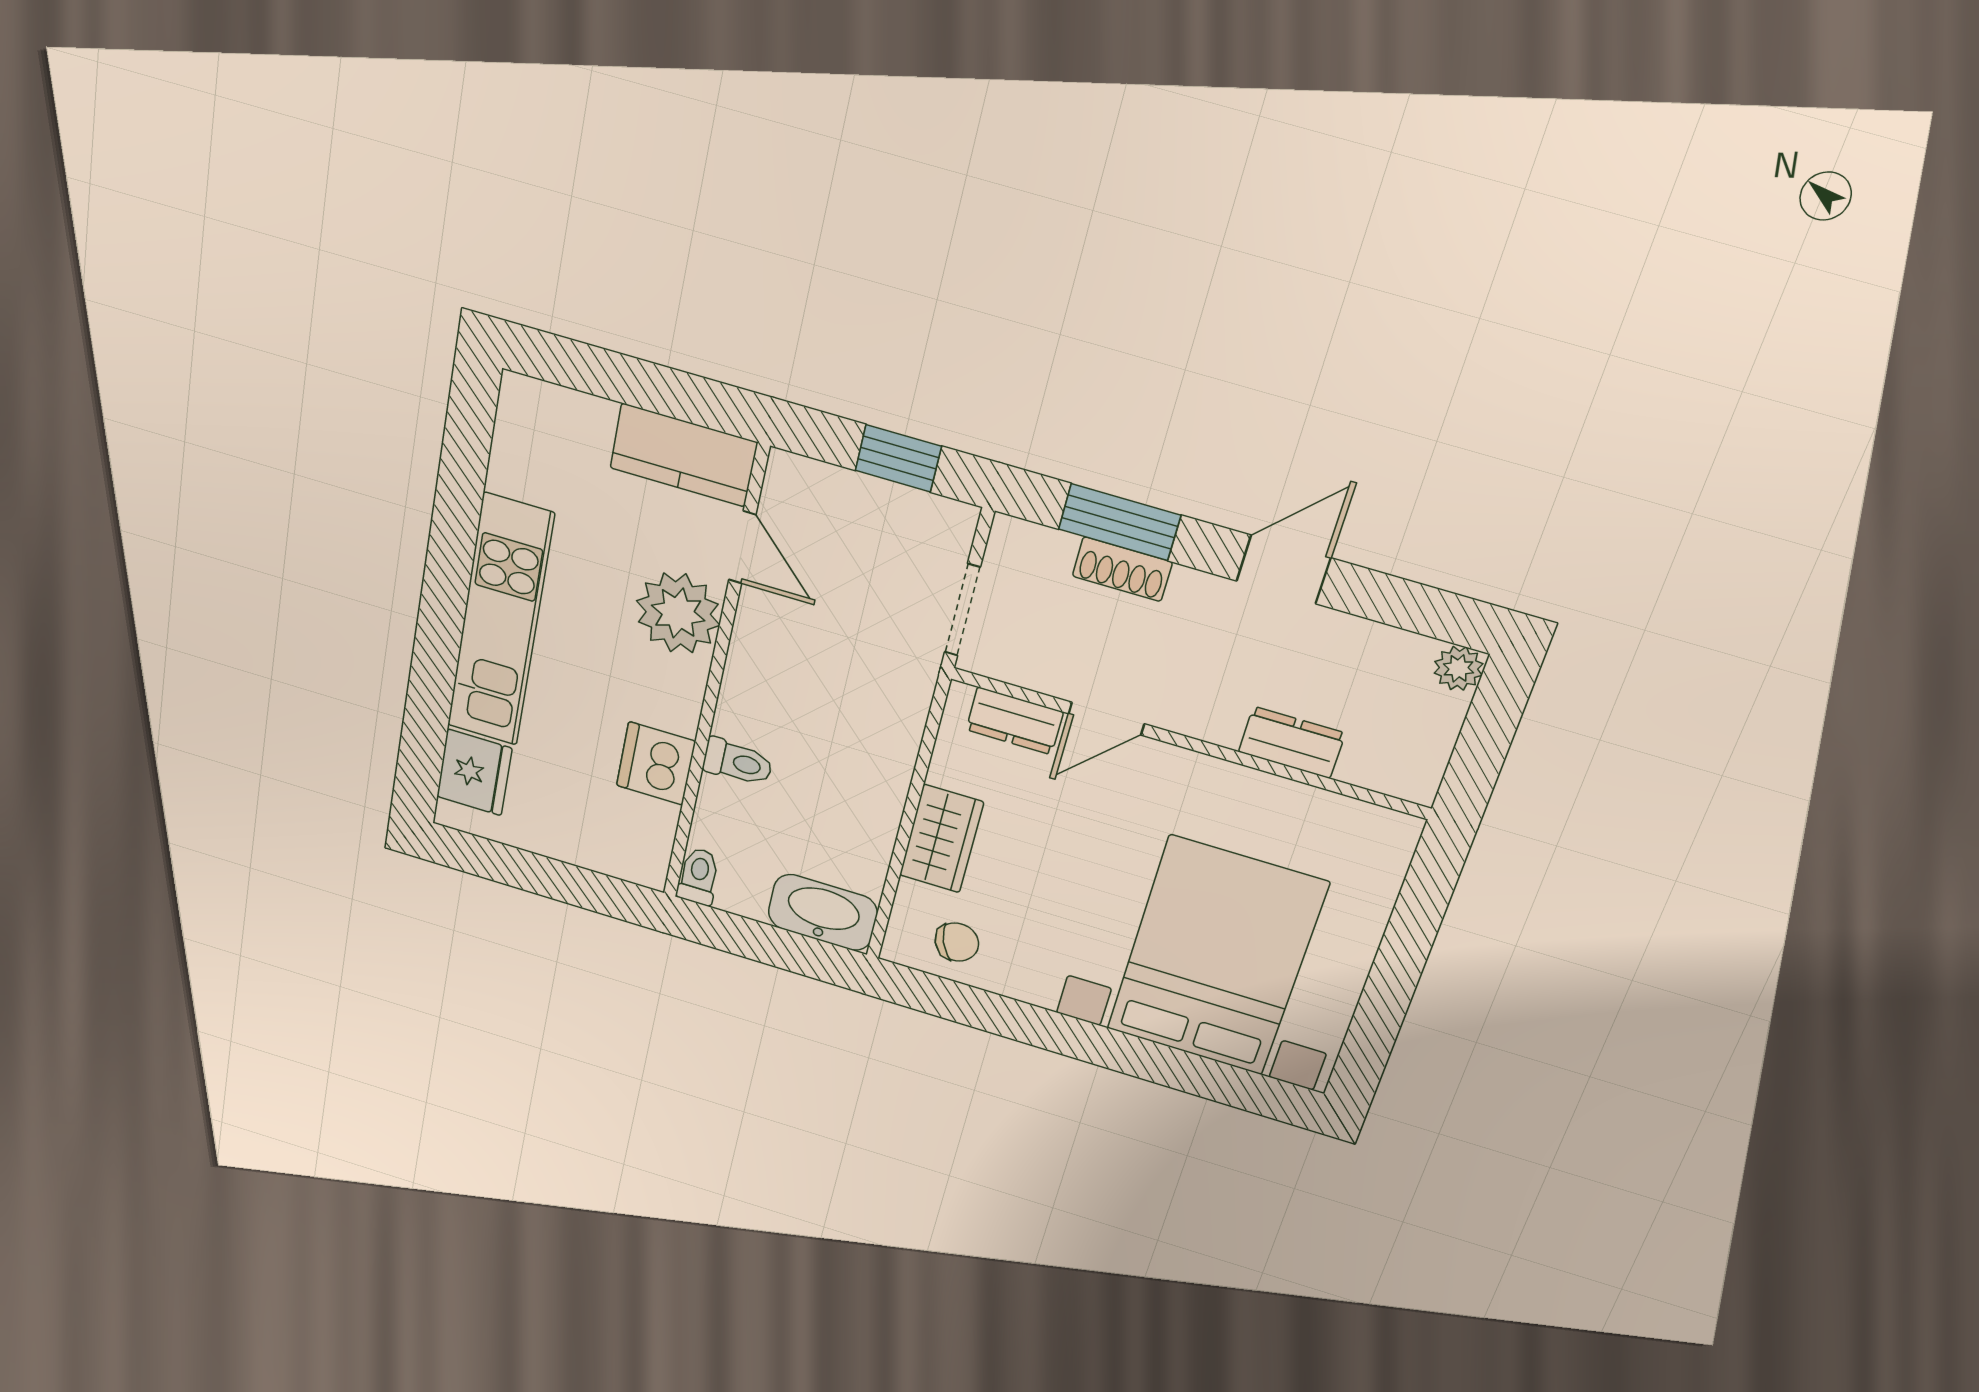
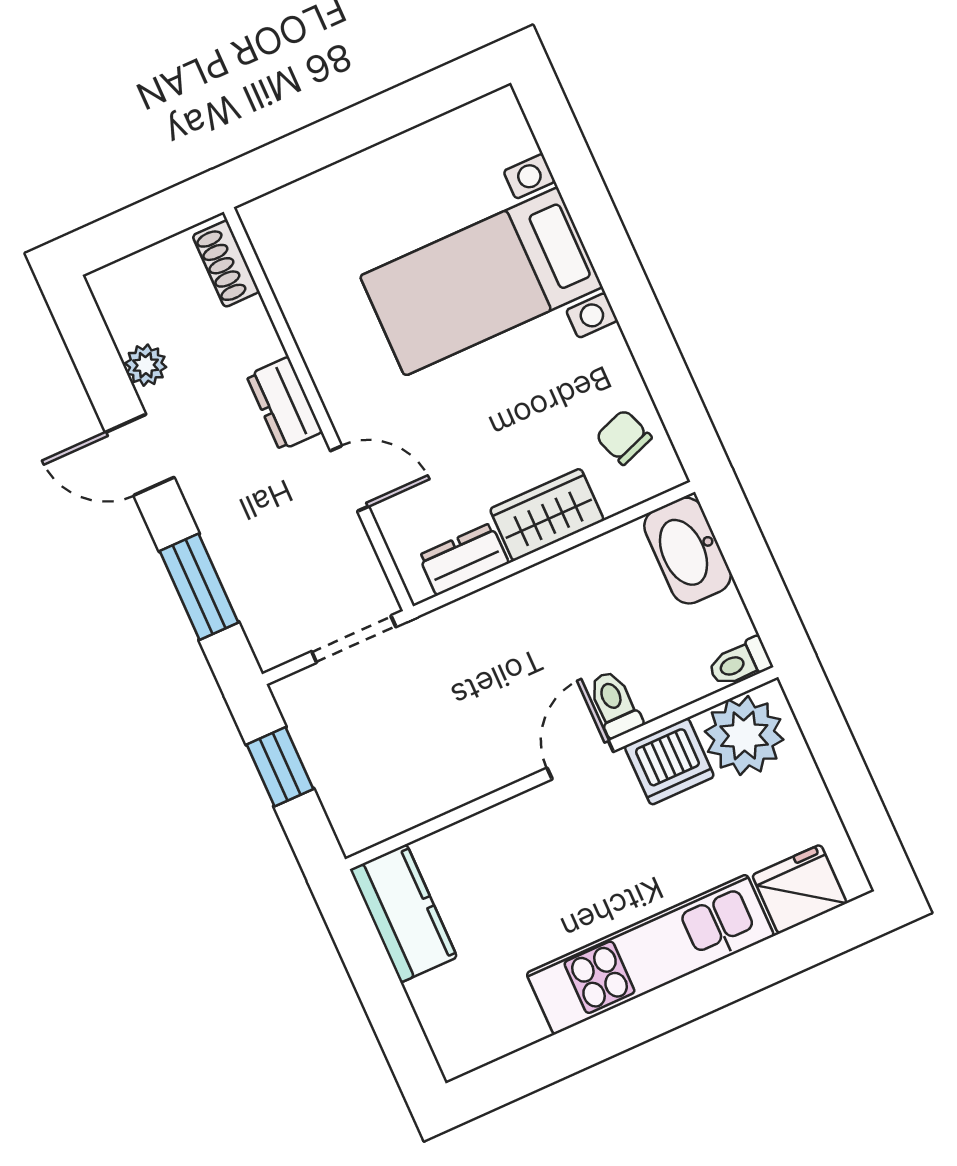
door: (742, 547) -> (580, 760), moved
shoe rack: (1122, 569) -> (226, 264), moved, turned 180
plant: (678, 613) -> (744, 735), moved
plant: (1458, 668) -> (146, 365), moved
dresser: (1015, 721) -> (464, 559), moved, turned -90
dresser: (1292, 742) -> (284, 404), moved
bed with nightstands: (1216, 957) -> (481, 281), width x0.73

